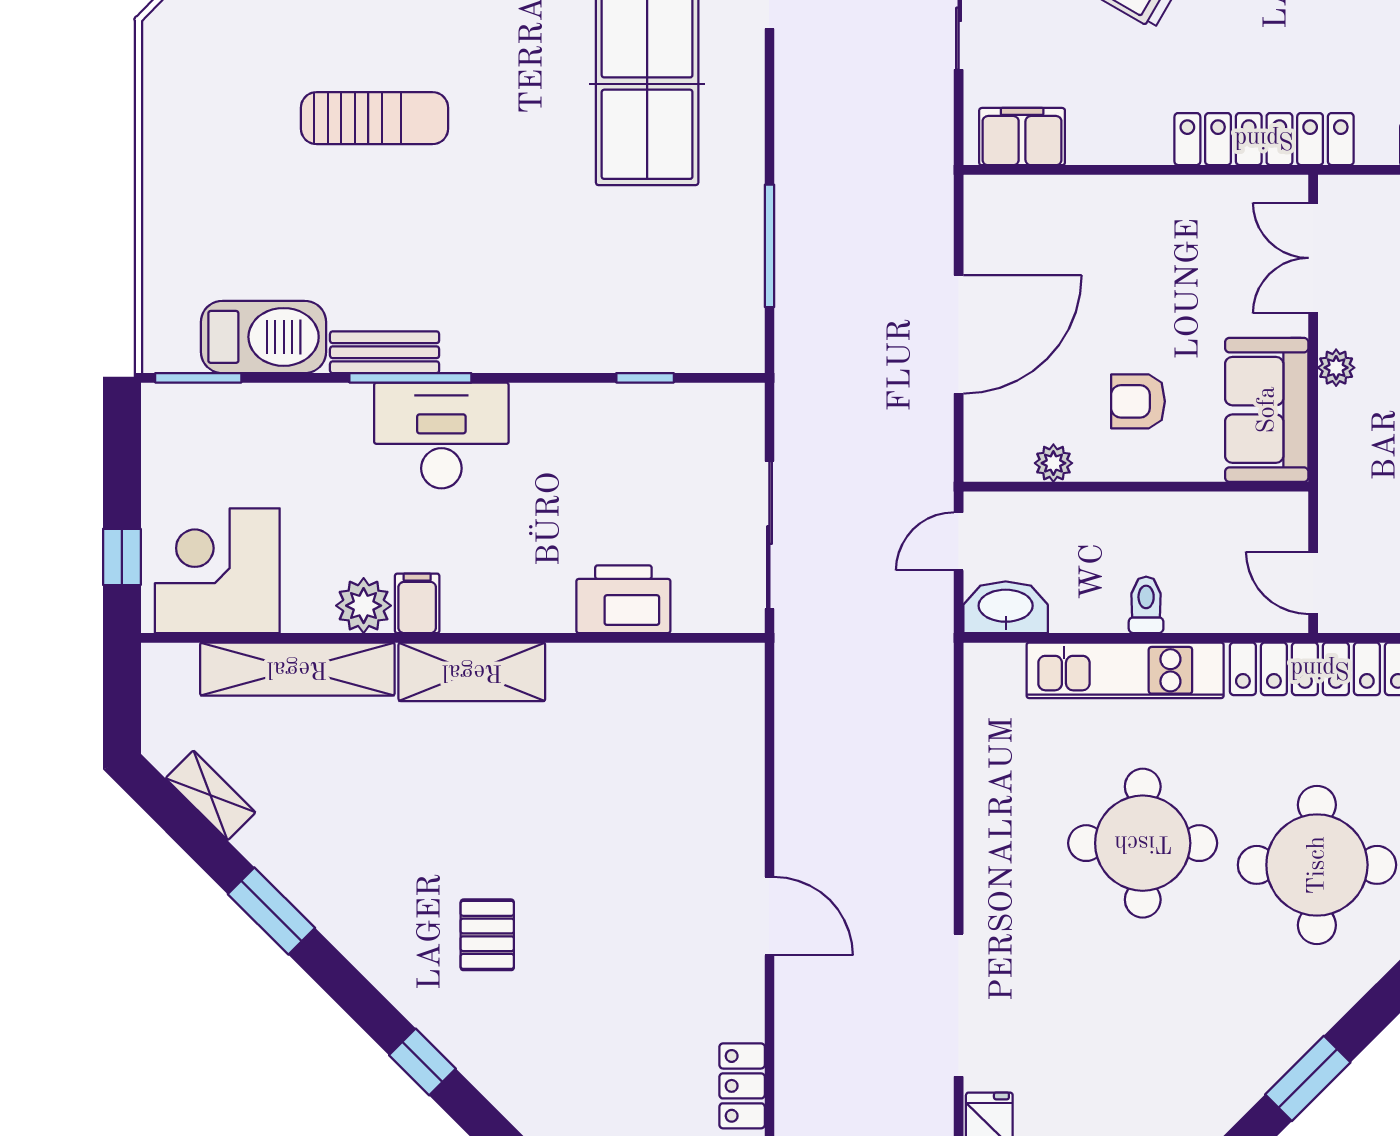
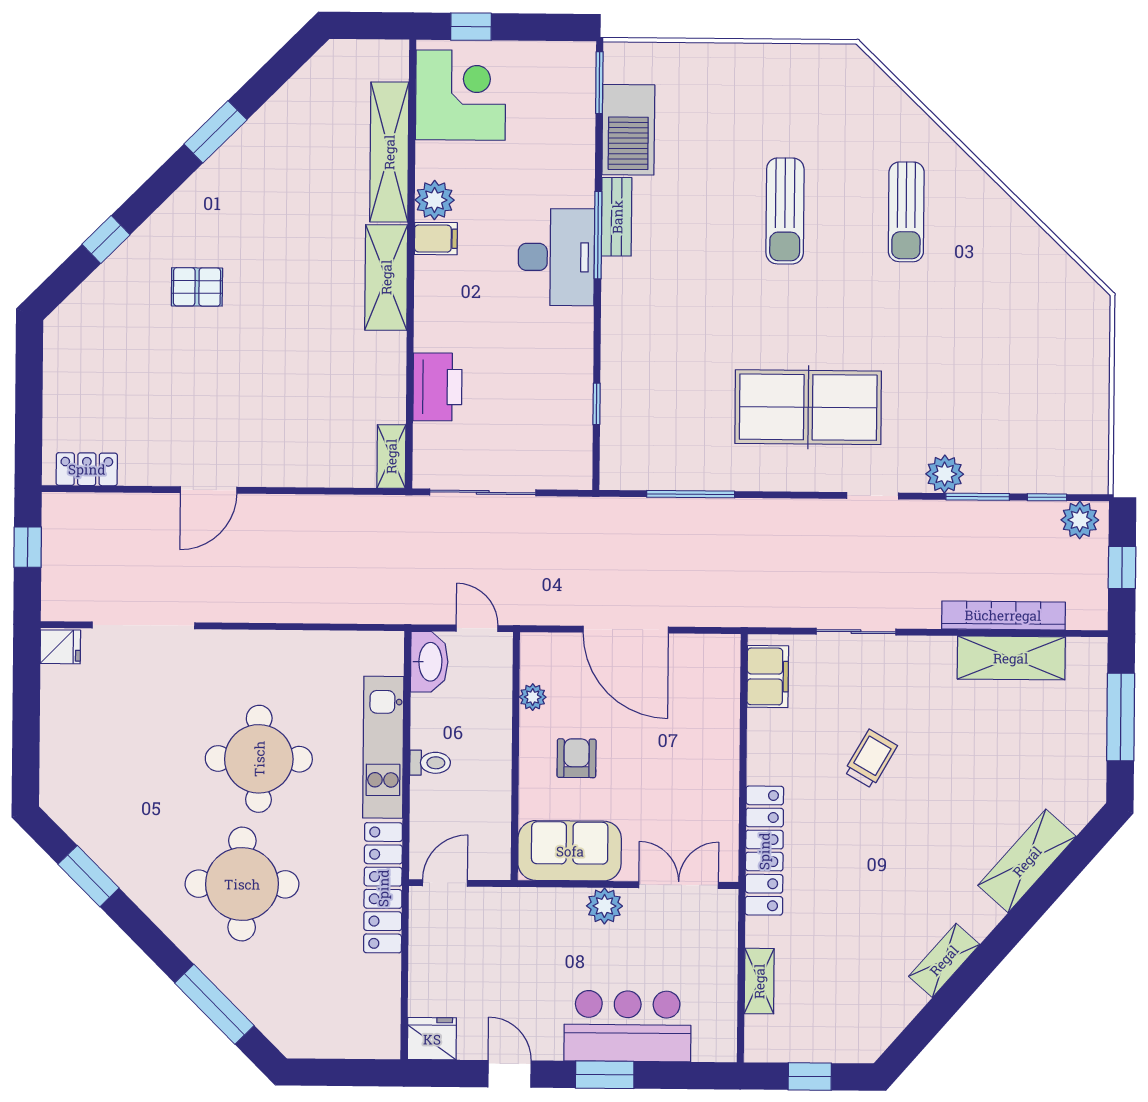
plant: (1336, 368) -> (604, 906), width x1.38, depth x1.38
shelving: (211, 795) -> (391, 456), moved, turned -45

